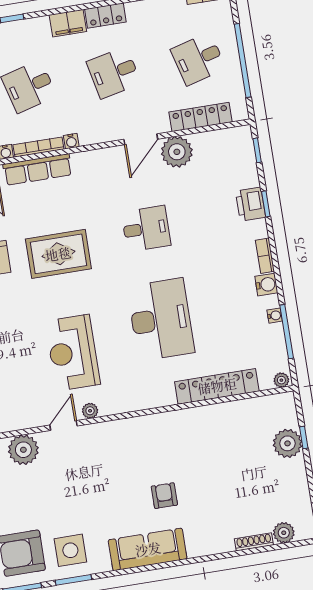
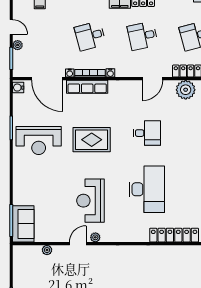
plant: (177, 152) -> (186, 90), moved
plant: (23, 450) -> (47, 250), width x0.53, depth x0.53

